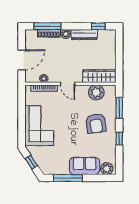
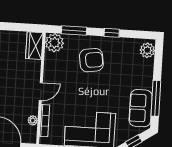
wardrobe: (99, 76) -> (34, 46), width x0.67
plant: (96, 92) -> (54, 43), moved
sofa: (85, 166) -> (141, 108), moved

